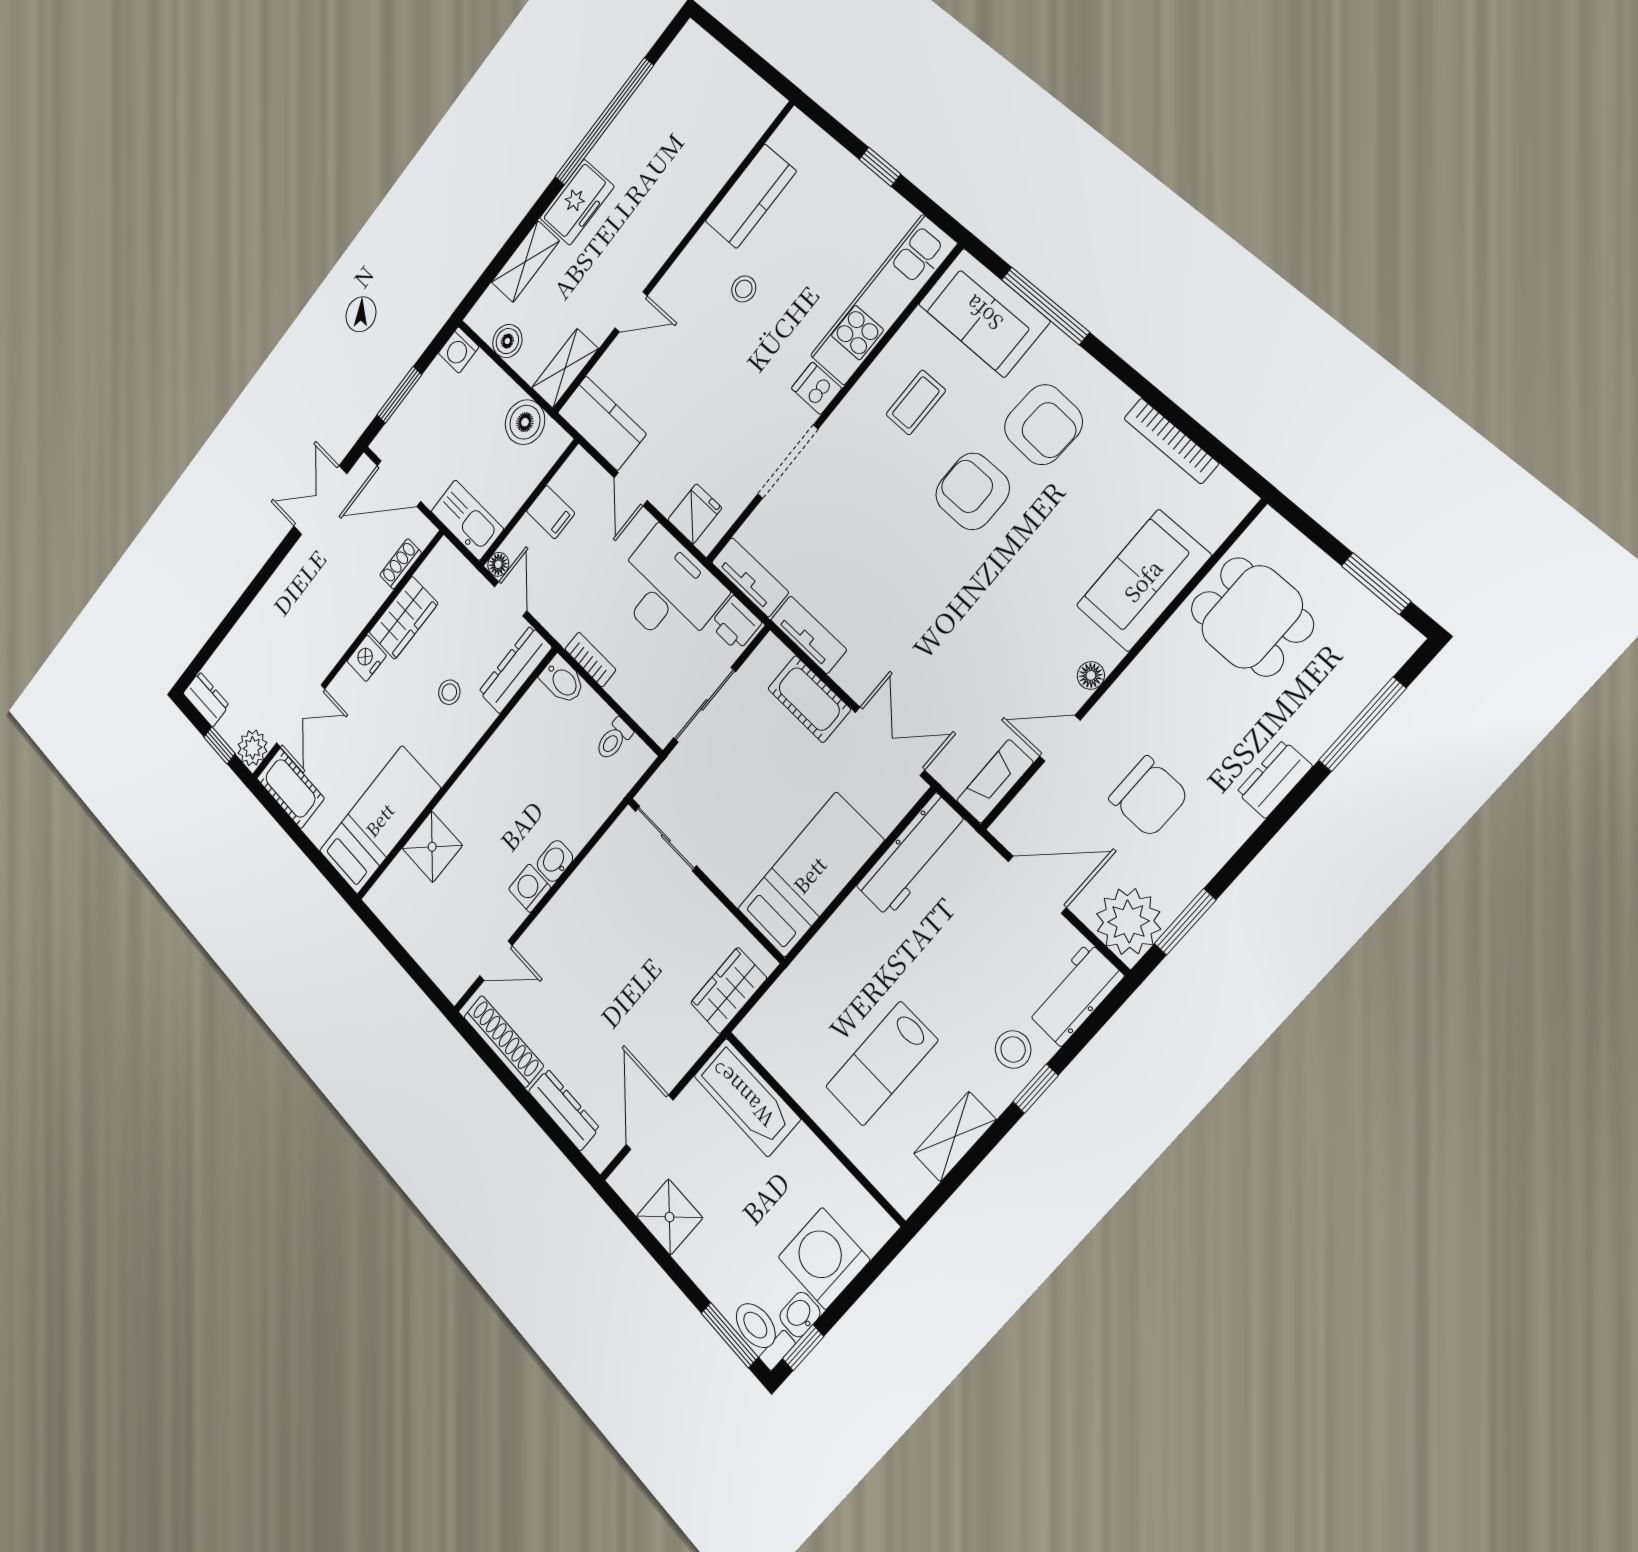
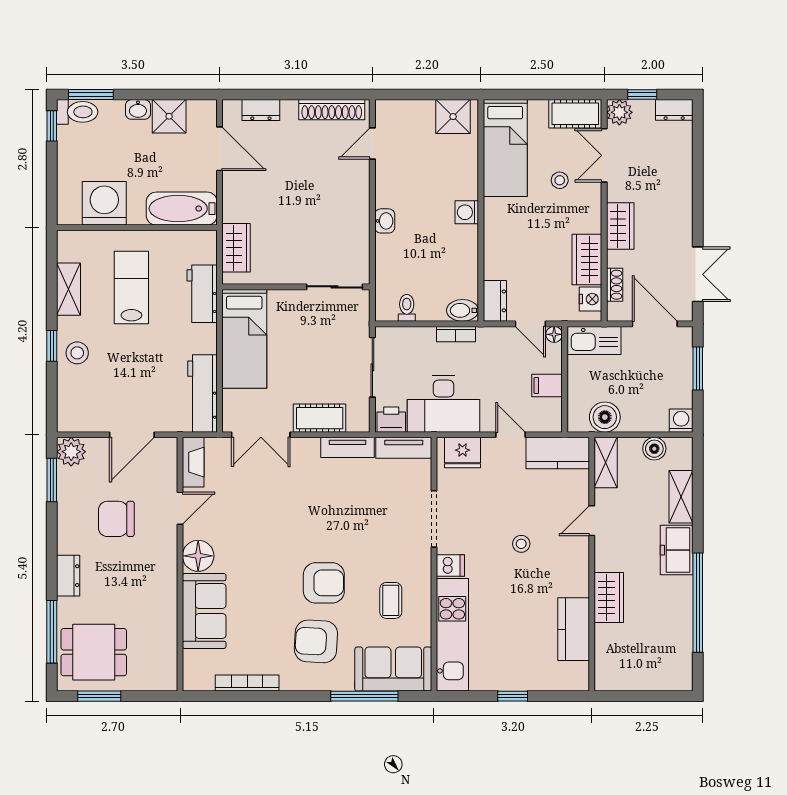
wardrobe: (685, 204) -> (609, 597), added
stool: (744, 289) -> (521, 544), moved
door: (399, 483) -> (655, 324), hinge flipped
fridge: (695, 514) -> (463, 453), width x1.38
dining table: (1252, 617) -> (94, 652), moved
wardrobe: (346, 624) -> (620, 226), added
nightstand: (367, 658) -> (590, 299), moved
dresser: (515, 670) -> (495, 301), width x0.70
floor lamp: (1091, 675) -> (198, 556), width x1.89, depth x1.89
stool: (449, 692) -> (560, 180), moved
shower: (432, 847) -> (453, 117), moved
washing machine: (530, 888) -> (467, 212), moved, turned 180
plant: (1128, 921) -> (71, 452), width x0.73, depth x0.73
workbench: (1075, 994) -> (202, 294), moved, turned 180
dresser: (564, 1110) -> (261, 110), width x0.70
washing machine: (824, 1259) -> (104, 203), moved, turned -90
washbasin: (800, 1315) -> (138, 109), moved, turned 90

